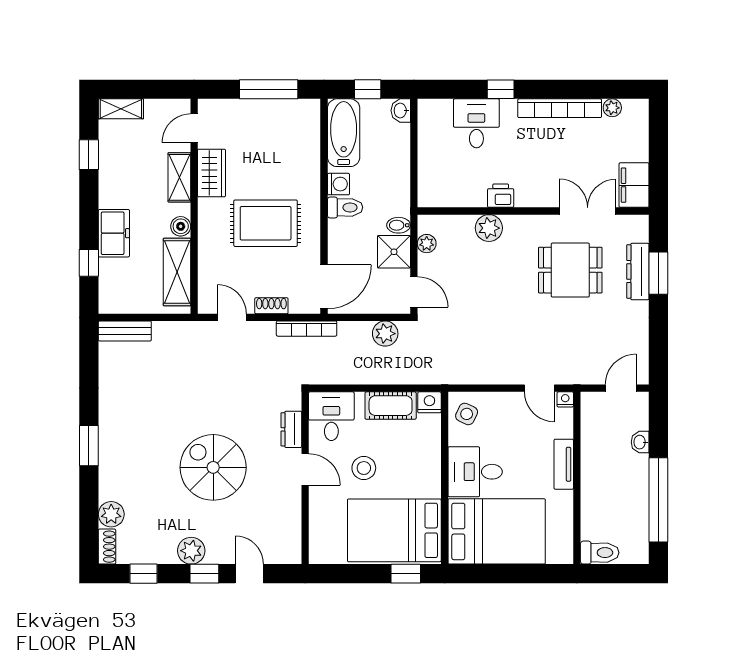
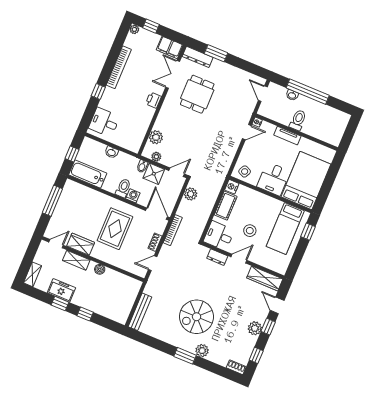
plant: (612, 108) -> (134, 29), moved
washbasin: (401, 111) -> (112, 152), moved
desk: (476, 123) -> (104, 122), moved
door: (194, 128) -> (56, 244), swing flipped
window: (658, 135) -> (151, 26), added
window: (89, 155) -> (60, 304), moved
washing machine: (338, 184) -> (133, 196), moved
printer: (501, 196) -> (153, 100), moved
plant: (489, 228) -> (156, 137), moved
freezer: (114, 233) -> (61, 290), moved
window: (89, 263) -> (85, 314), moved
shelving: (177, 272) -> (120, 280), removed
dresser: (638, 272) -> (198, 57), moved
bench: (125, 331) -> (140, 312), width x1.36
spiral stairs: (213, 467) -> (197, 317), moved
window: (658, 500) -> (308, 92), moved
plant: (111, 514) -> (202, 351), moved
bed: (394, 530) -> (285, 229), width x0.67
wardrobe: (289, 531) -> (265, 278), added
toilet: (600, 553) -> (298, 120), moved
door: (249, 574) -> (277, 305), hinge flipped

